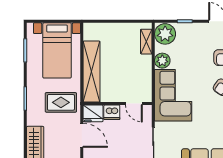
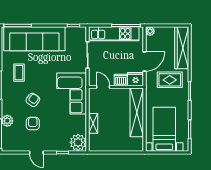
shelving: (146, 42) -> (93, 123), moved
plant: (162, 61) -> (80, 121), removed
rug: (61, 102) -> (170, 80), moved
door: (82, 135) -> (144, 62), swing flipped

